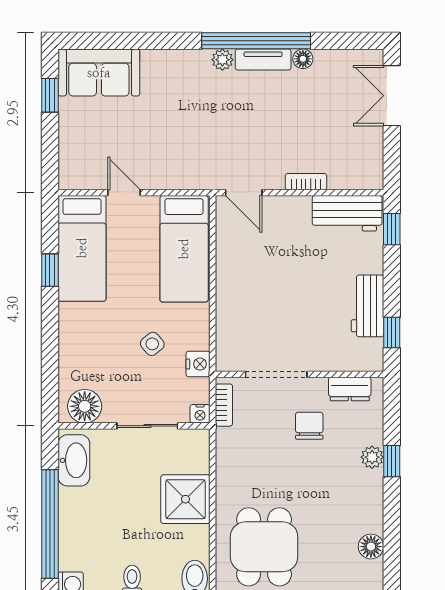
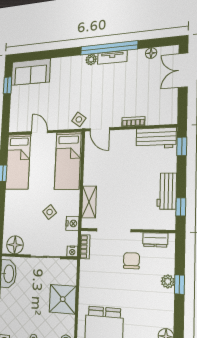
floor lamp: (303, 59) -> (151, 53), moved
side table: (203, 172) -> (79, 119), added
shelving: (228, 325) -> (89, 202), added

